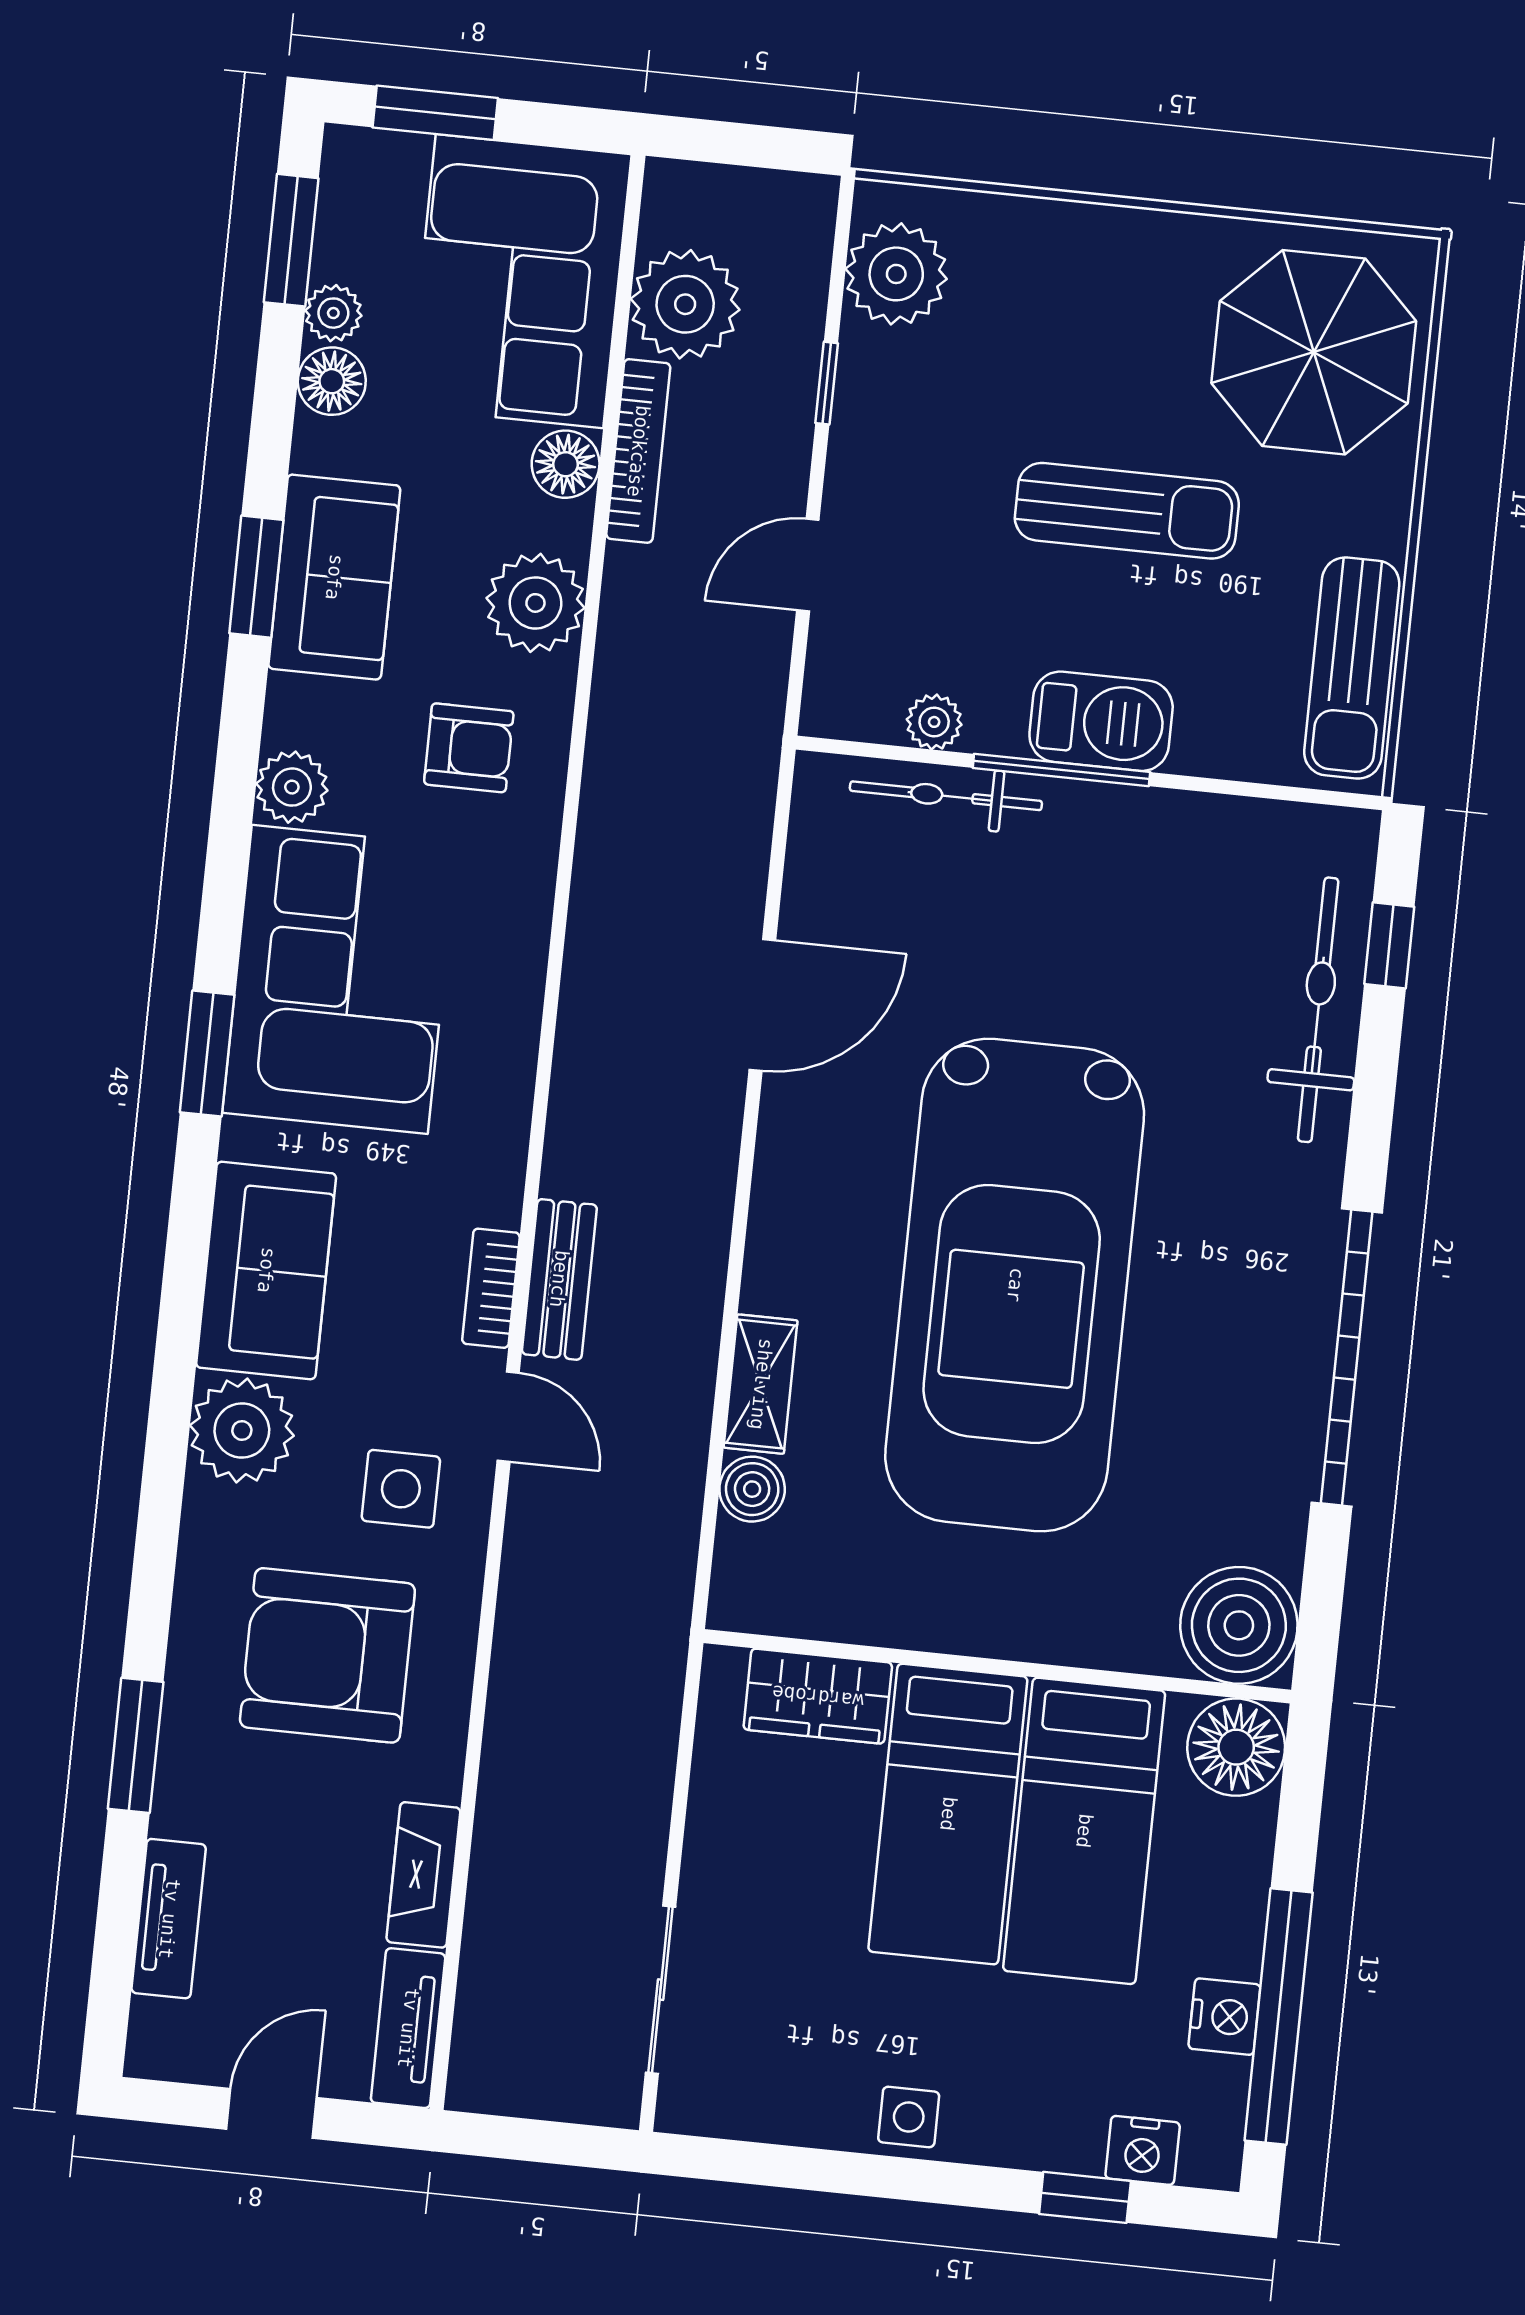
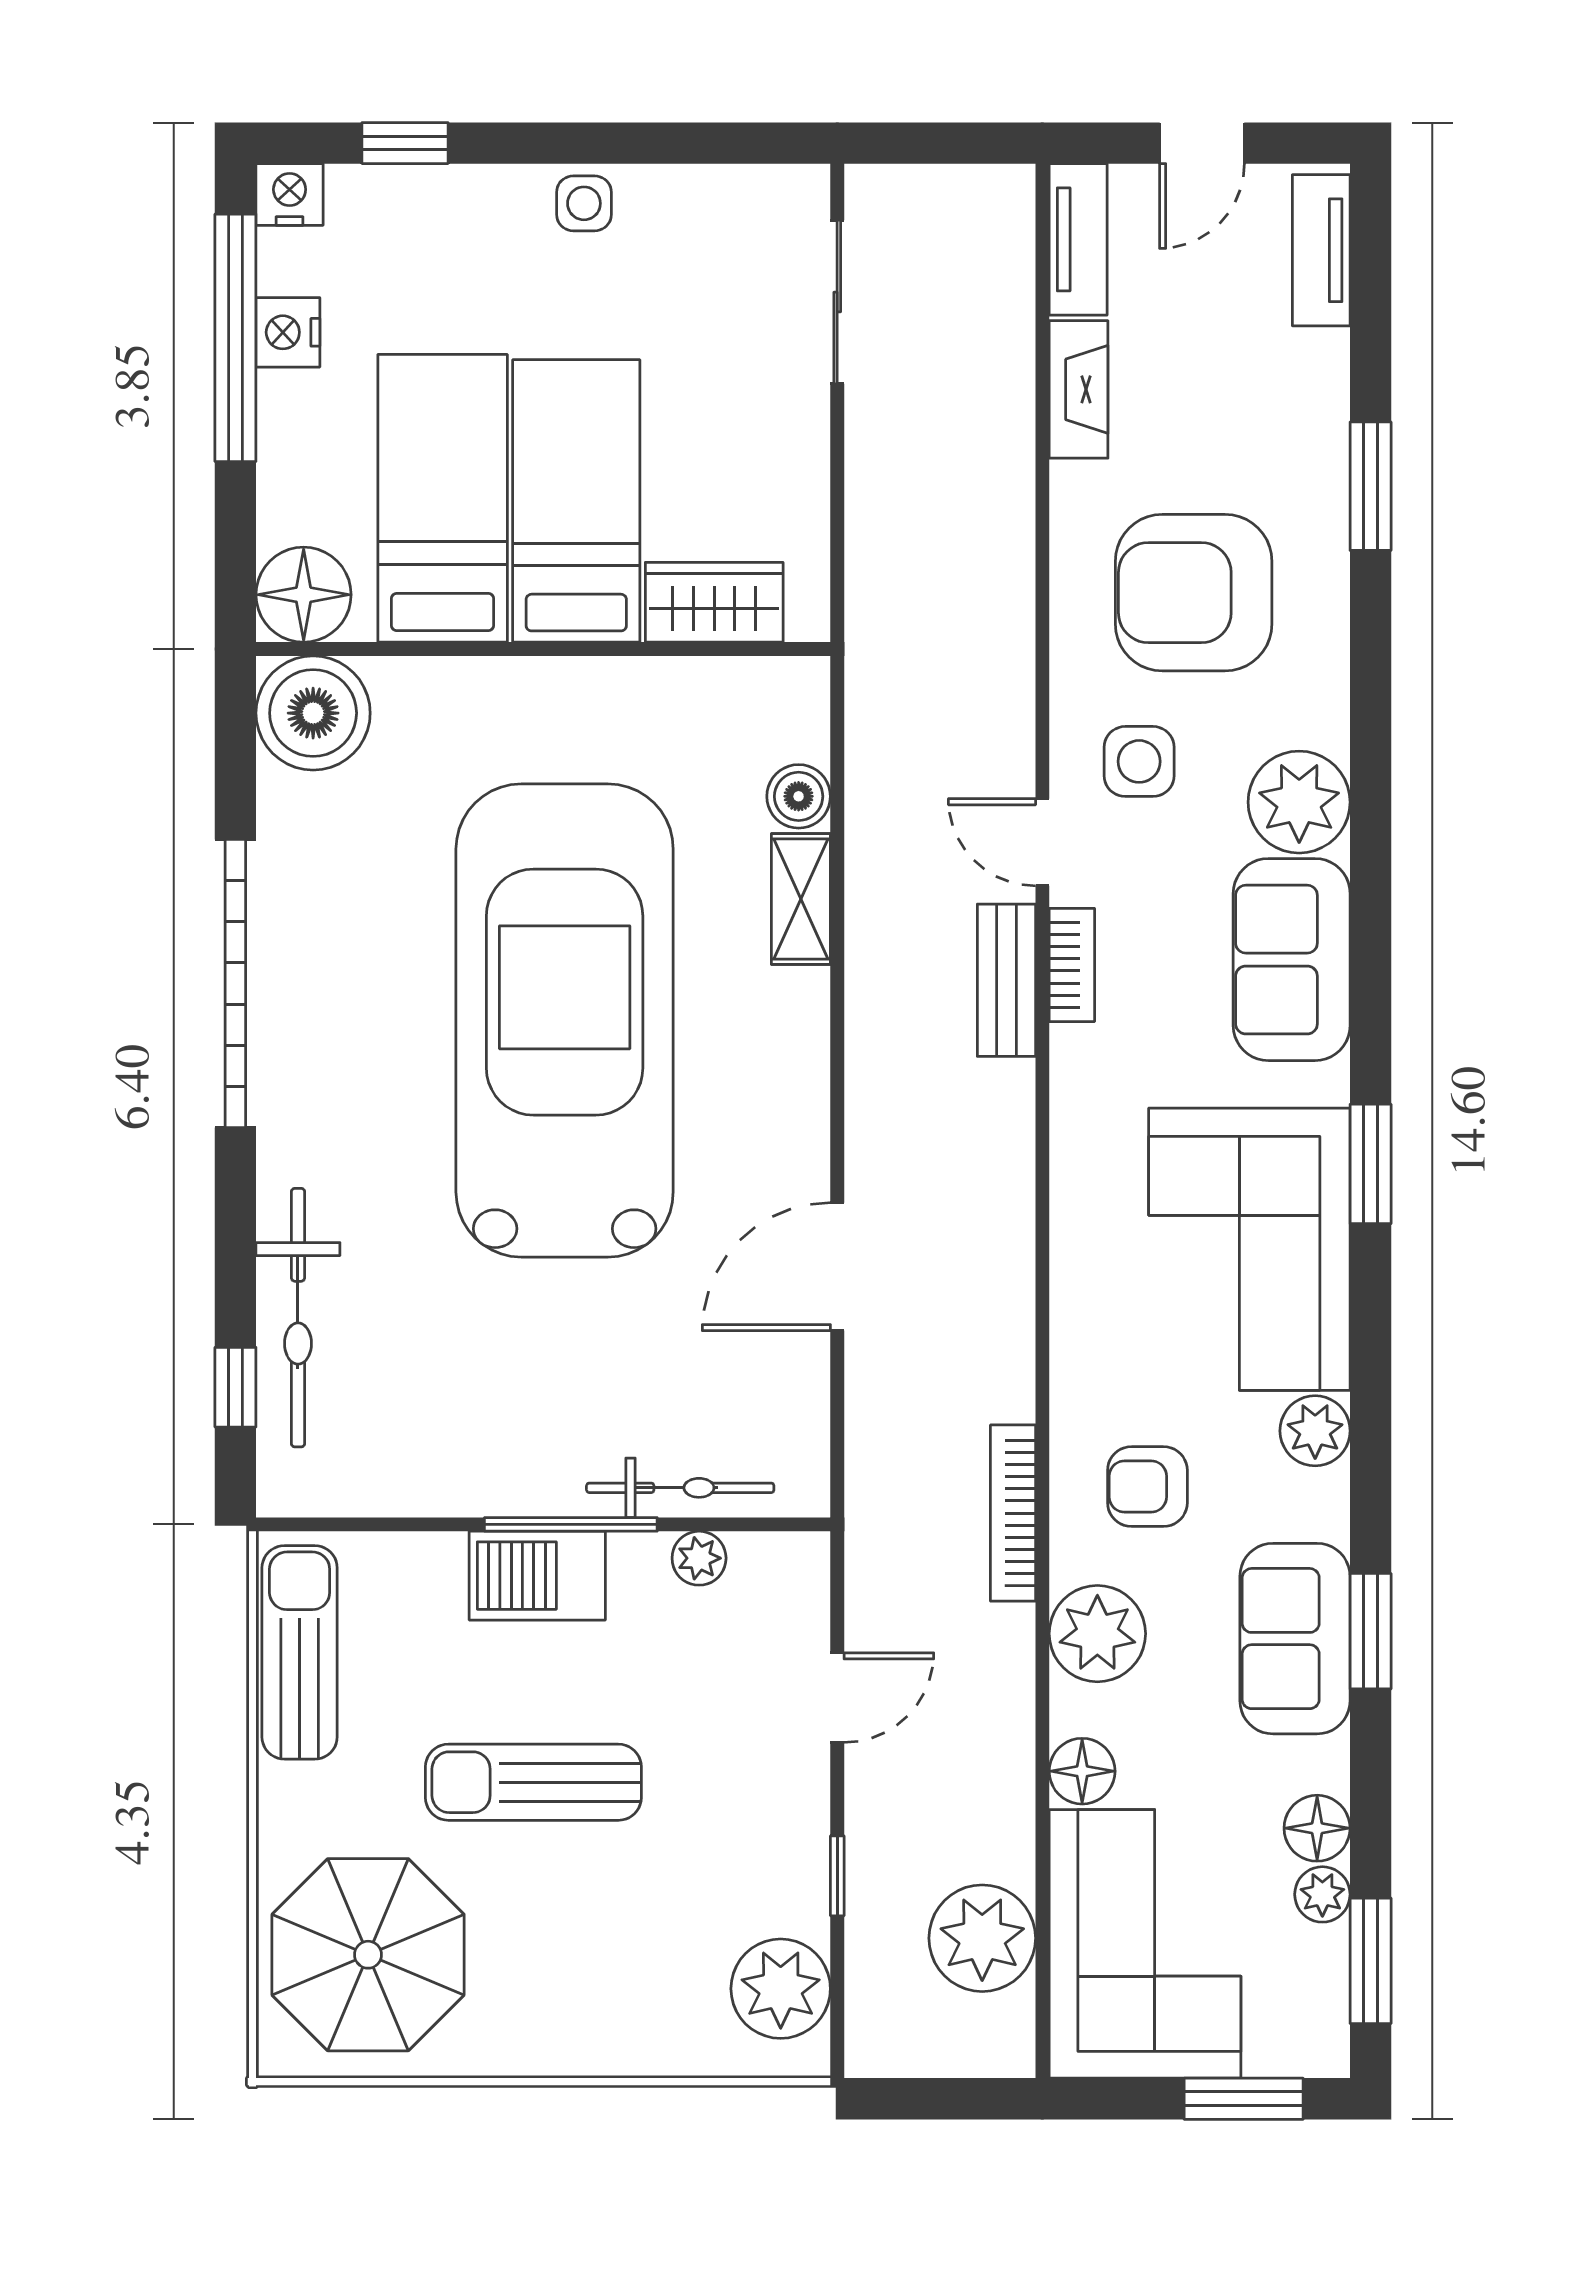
bookcase: (638, 451) -> (1013, 1513), moved
armchair: (327, 1655) -> (1194, 593), turned 180
tv unit: (169, 1919) -> (1321, 250), moved
nightstand: (1143, 2150) -> (290, 194), moved

